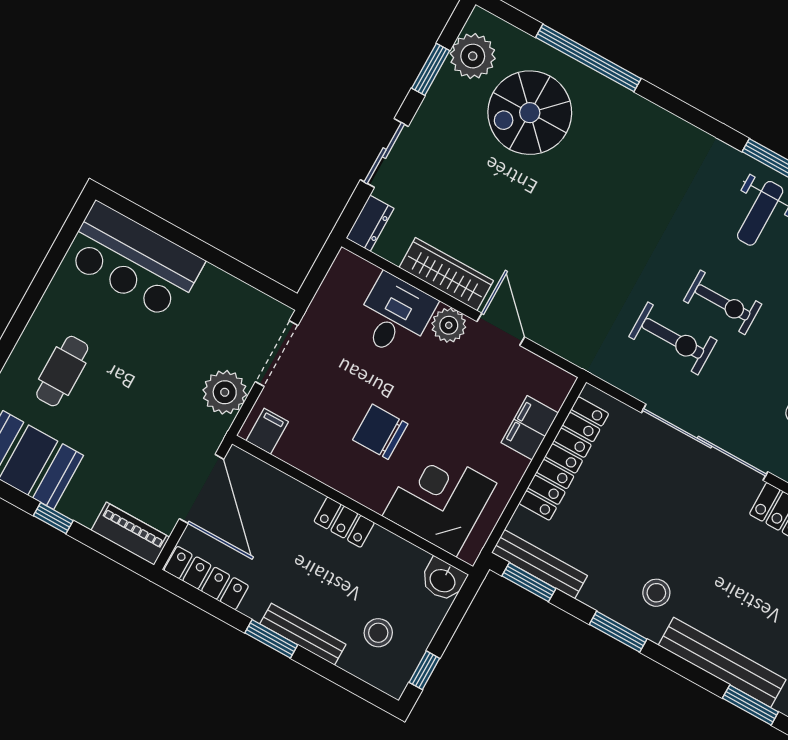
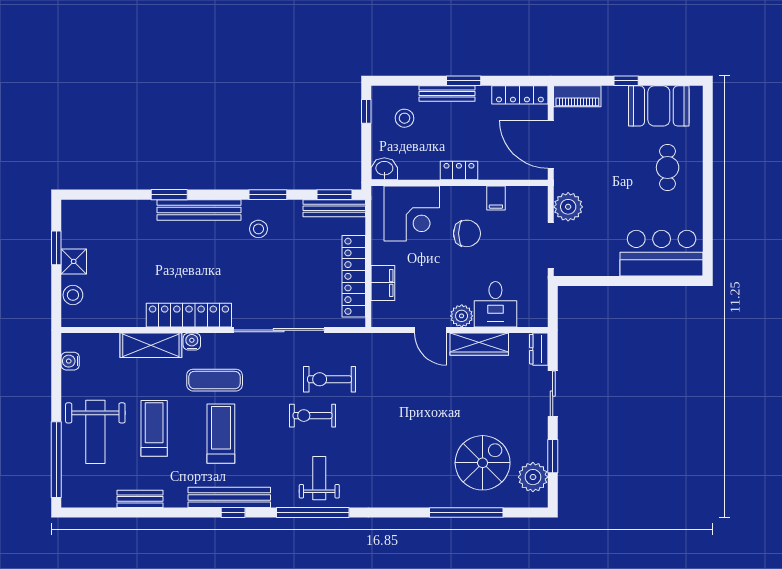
filing cabinet: (267, 431) -> (496, 198), moved

